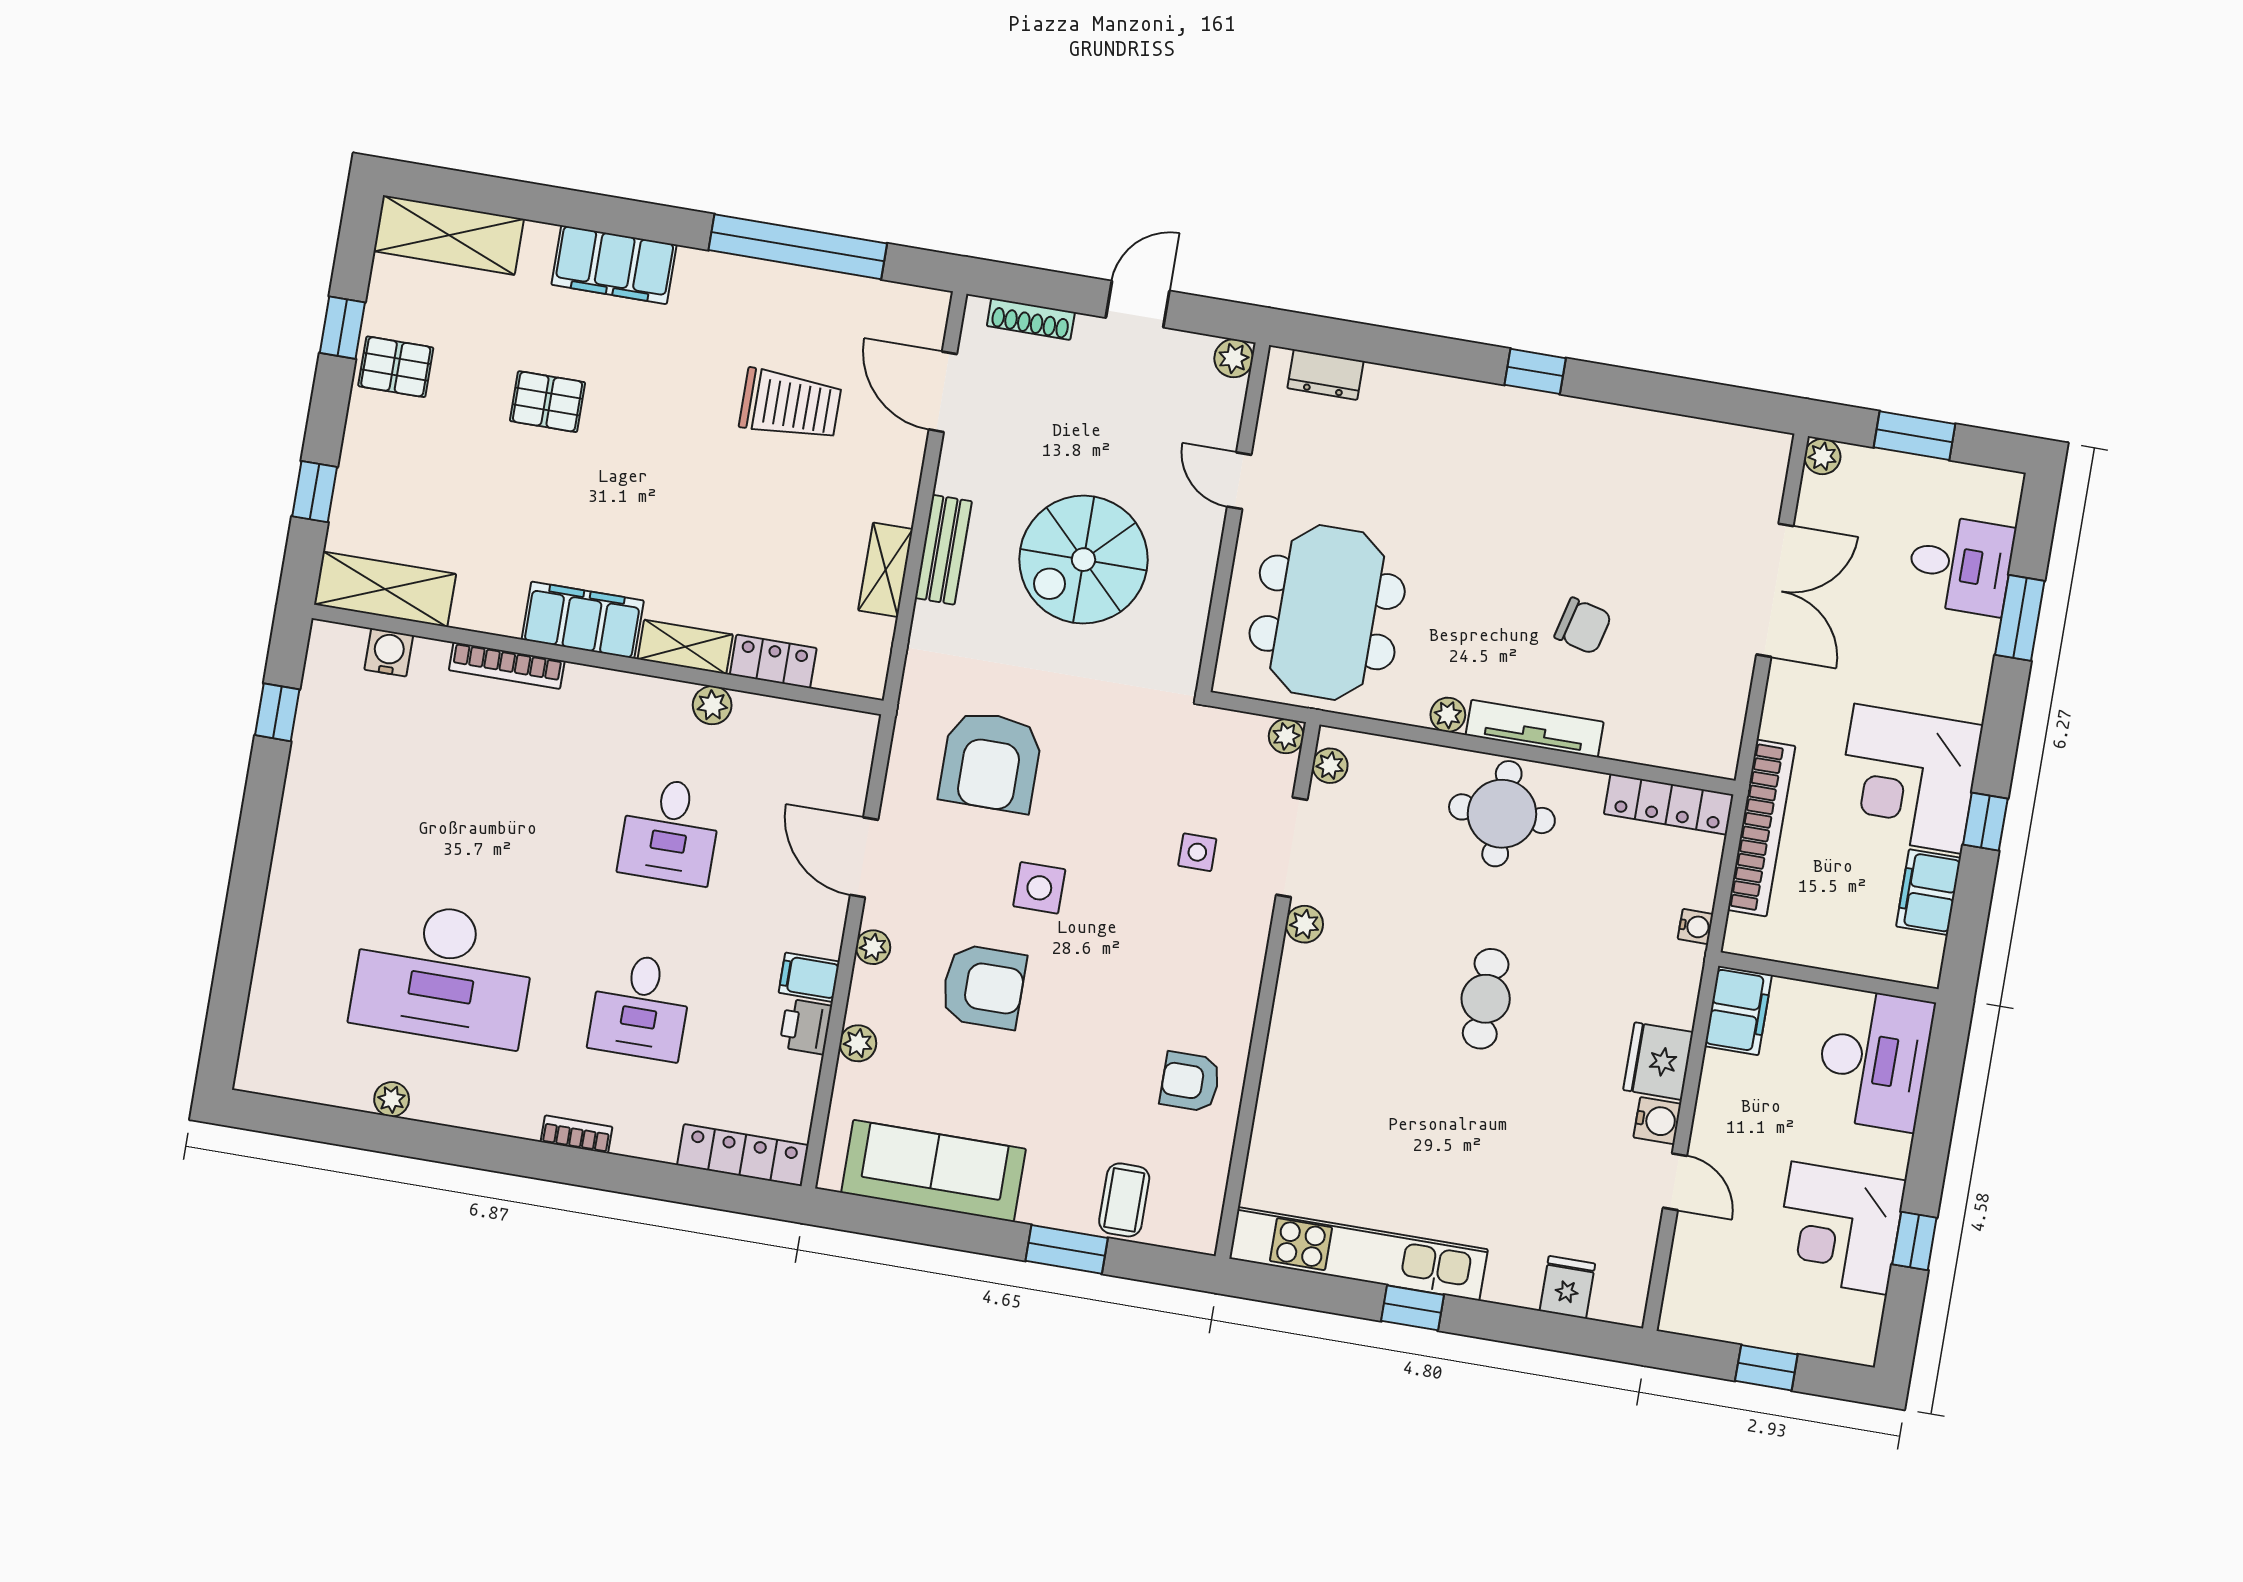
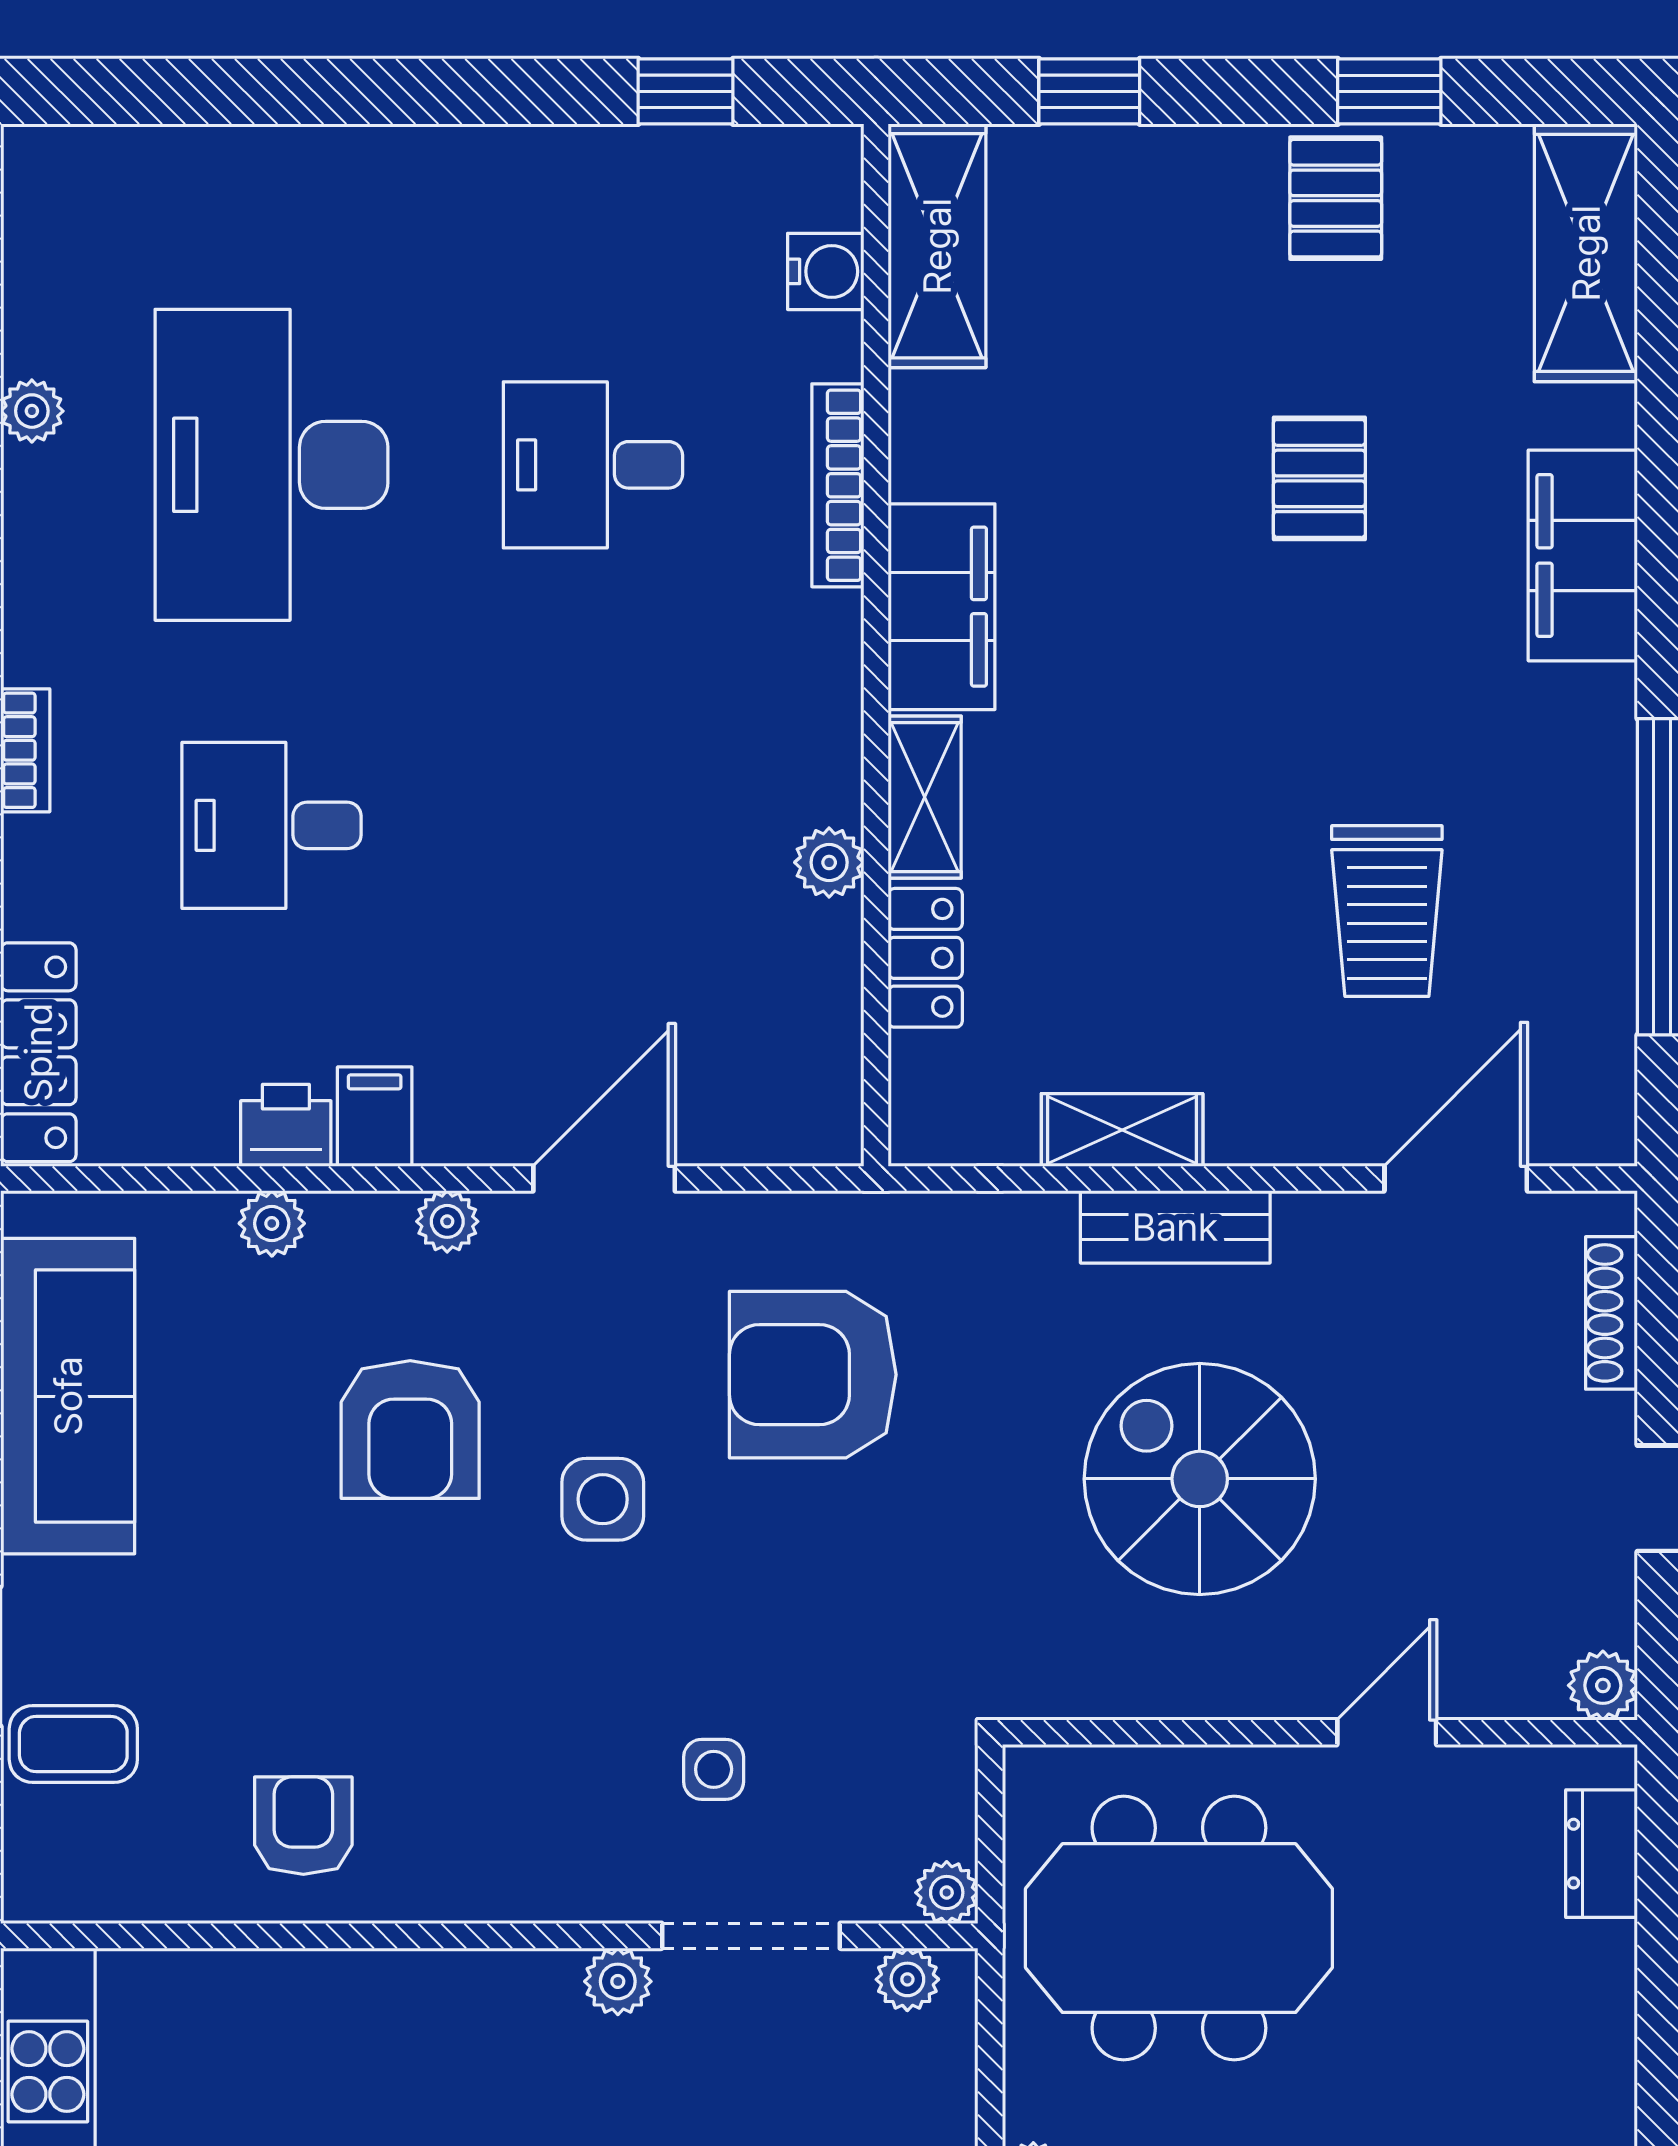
desk: (670, 831) -> (593, 465), moved

